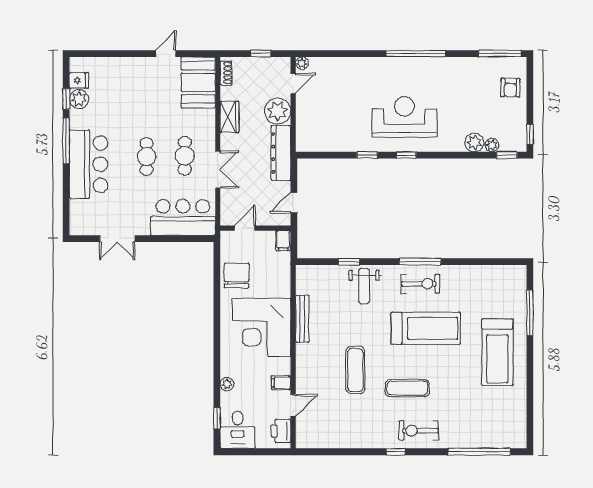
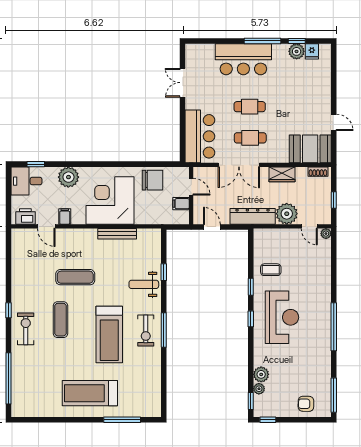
coffee table: (346, 131) -> (271, 270), added
double door: (218, 170) -> (239, 165), width x1.37
filing cabinet: (283, 241) -> (181, 204), moved
plant: (227, 384) -> (68, 177), width x1.87, depth x1.87

